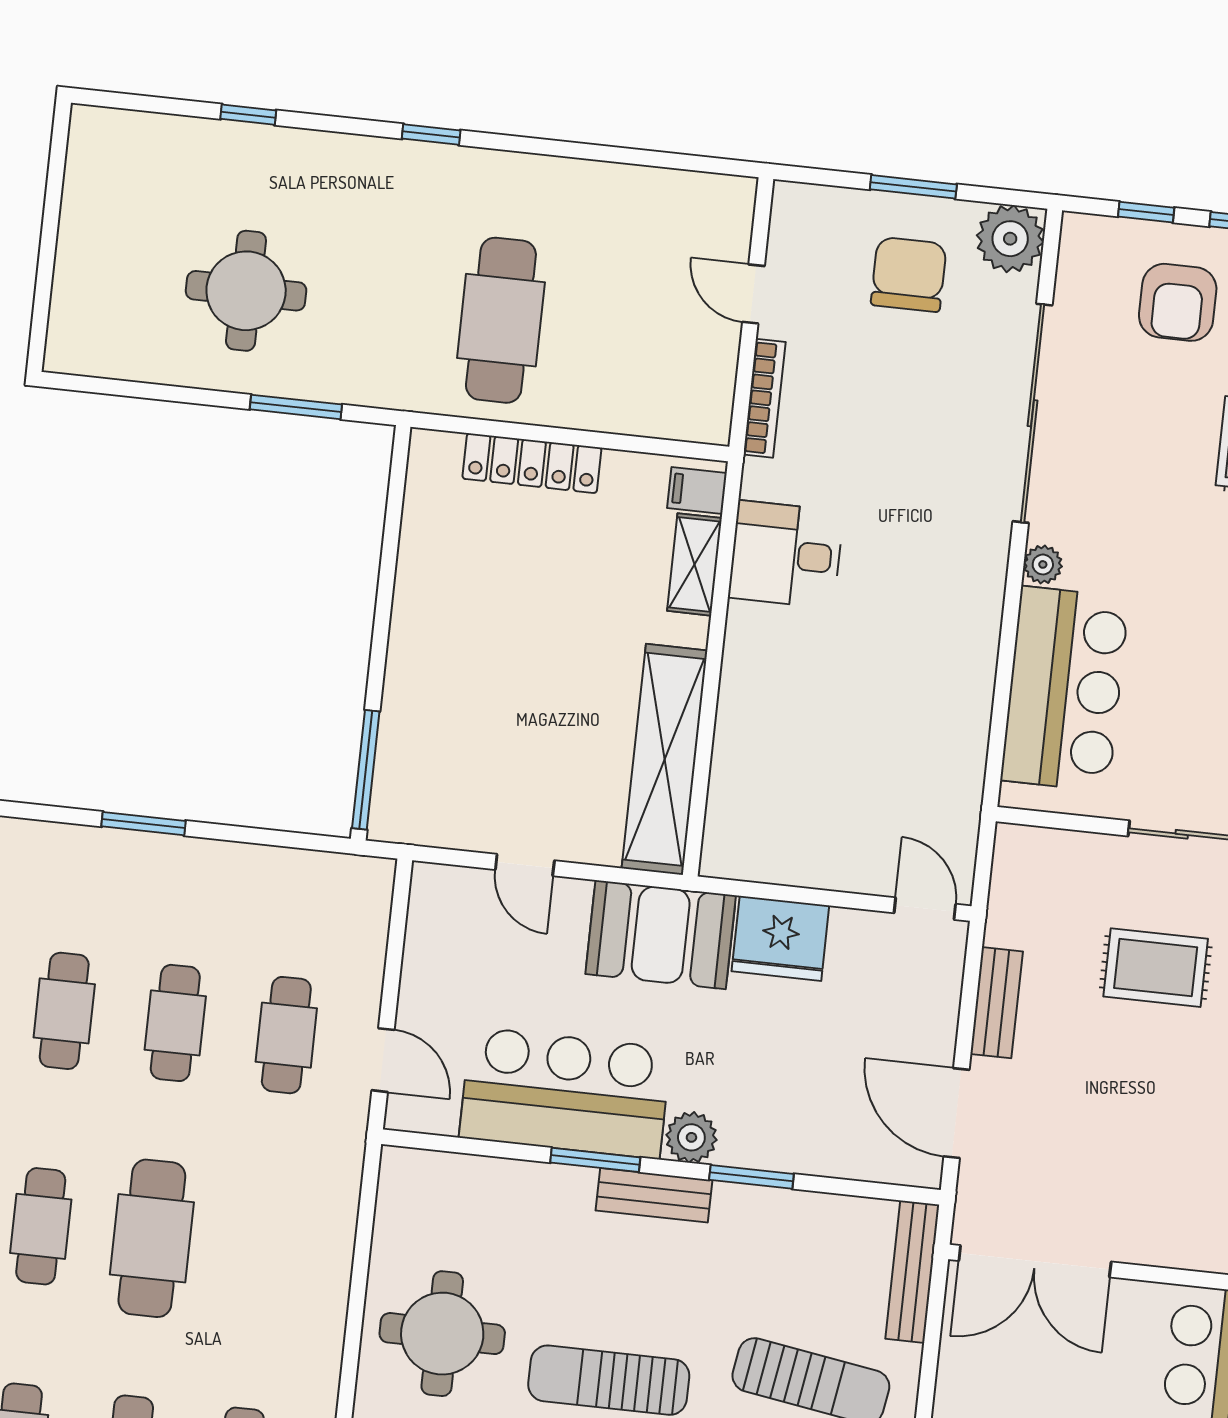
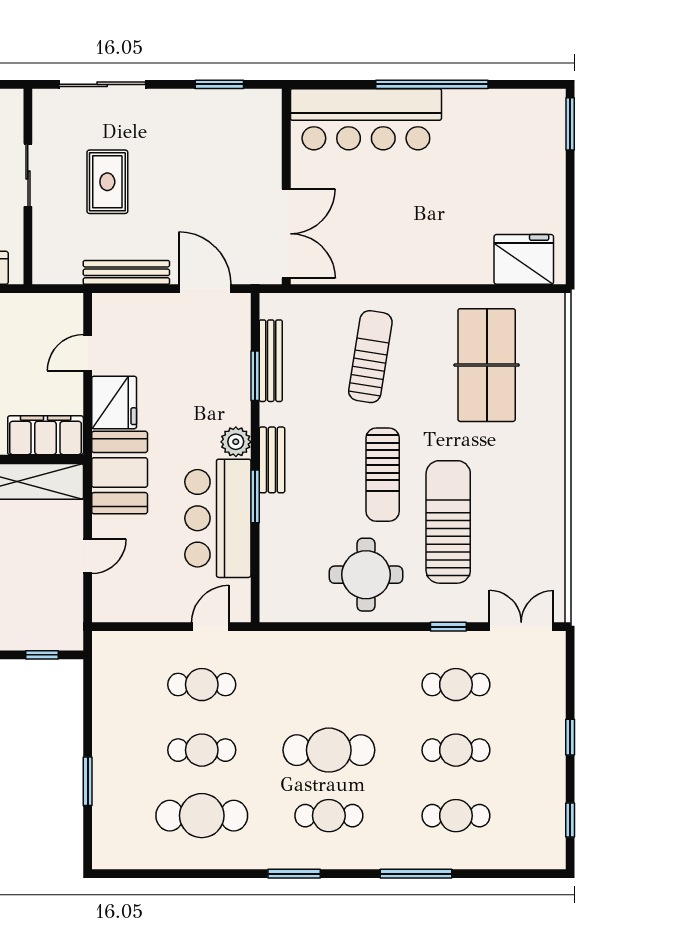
window: (366, 770) -> (42, 655), width x0.46
filing cabinet: (738, 816) -> (46, 435), added
door: (925, 909) -> (88, 353), moved
bench: (996, 1003) -> (126, 272), width x1.36
cafe table: (64, 1011) -> (202, 816), width x1.37, depth x1.35
door: (956, 1113) -> (205, 289), swing flipped
window: (751, 1177) -> (255, 376), moved
bench: (912, 1272) -> (271, 361), moved, turned 90

